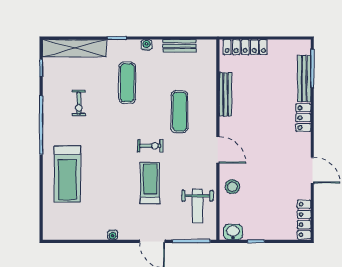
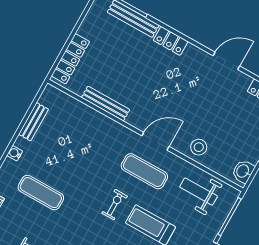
exercise mat: (179, 112) -> (144, 171), moved
weight bench: (197, 206) -> (199, 192), turned 180

